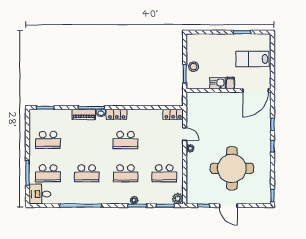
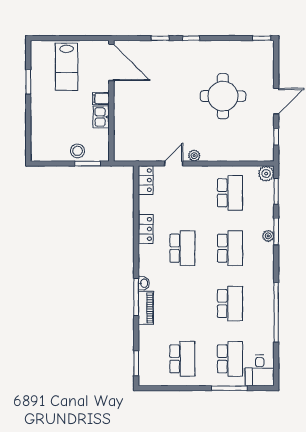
locker: (117, 114) -> (146, 229), moved
round table: (232, 168) -> (223, 96), width x0.73, depth x0.73

